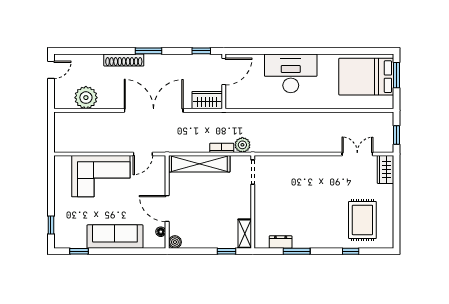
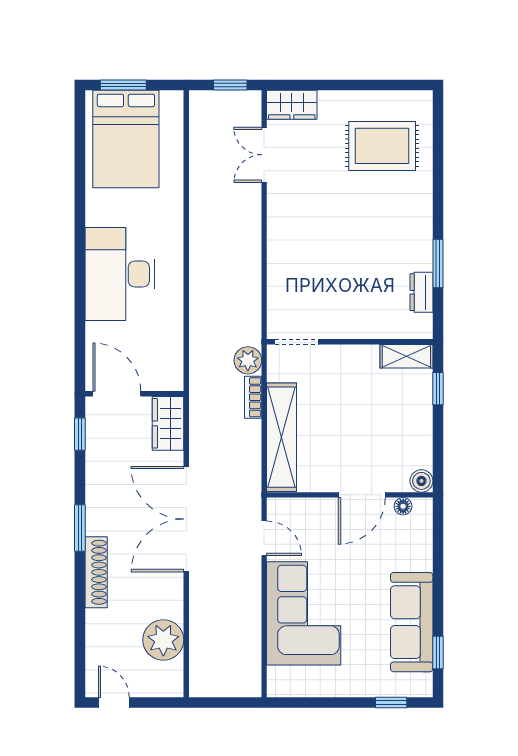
sofa: (115, 237) -> (412, 622), moved
window: (351, 251) -> (438, 167), removed

